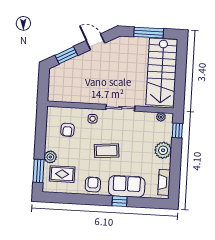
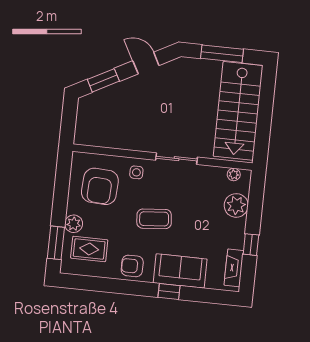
armchair: (67, 130) -> (100, 186), width x1.88, depth x1.88
window: (177, 130) -> (251, 245), moved
plant: (163, 150) -> (236, 205), moved
armchair: (93, 185) -> (132, 266), turned -90

